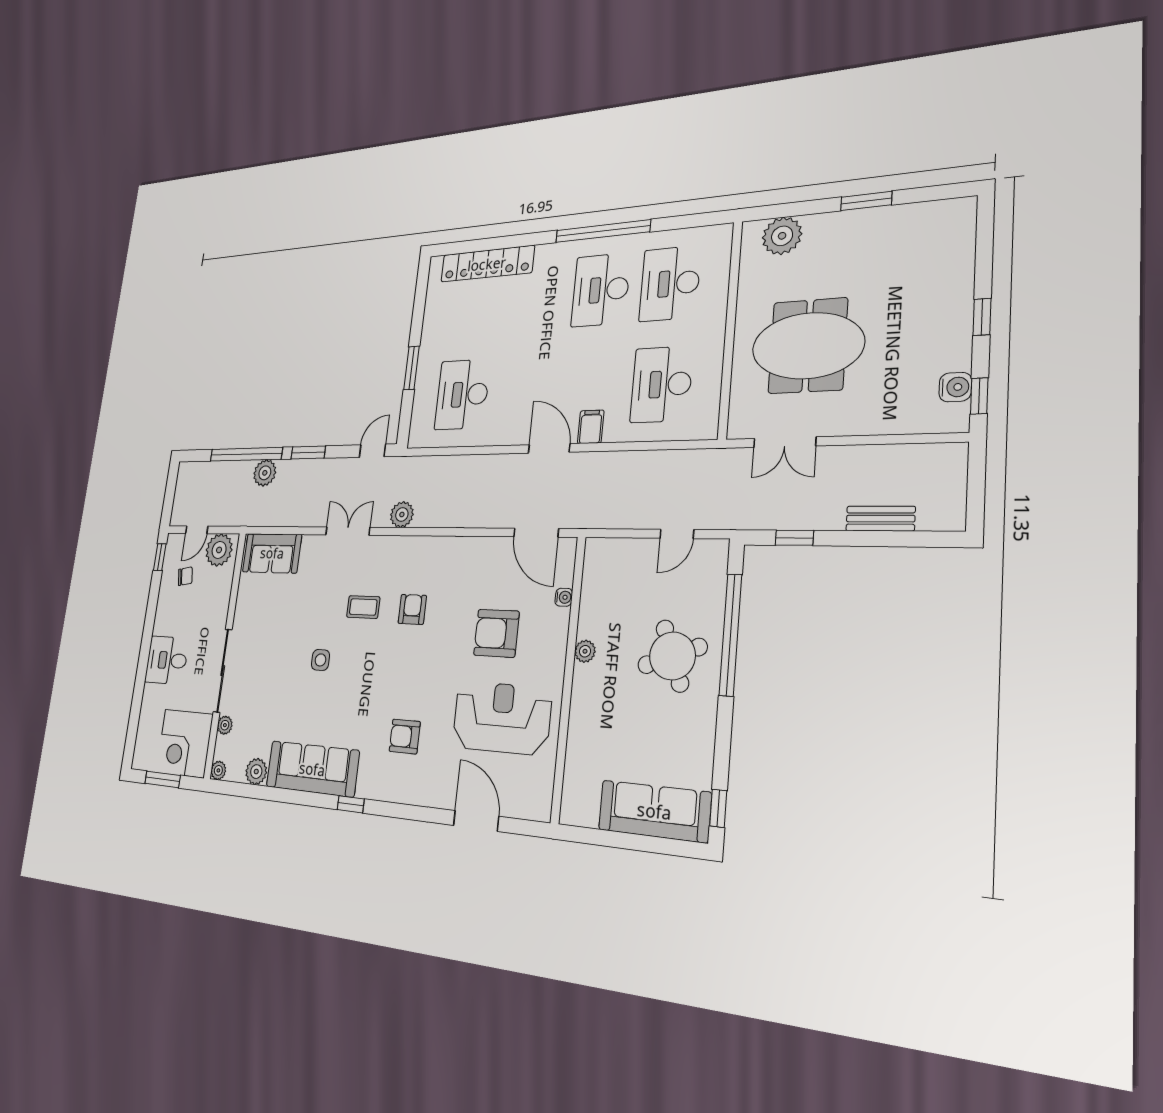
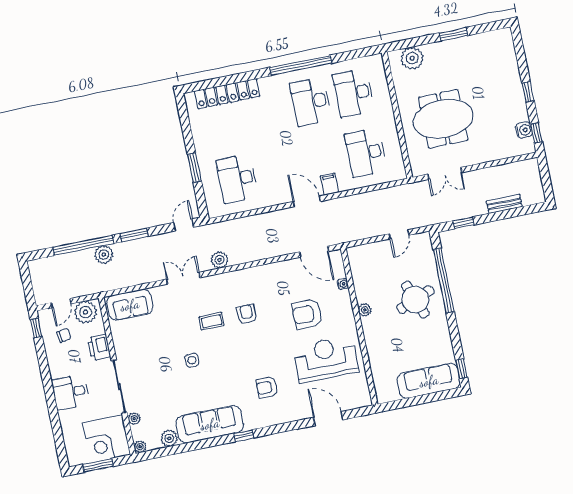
printer: (218, 606) -> (99, 347), added

